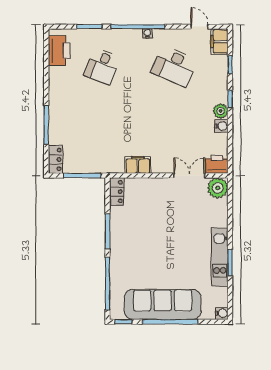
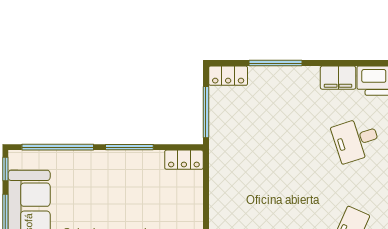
desk: (102, 66) -> (356, 140), turned -39
filing cabinet: (138, 165) -> (338, 78), moved, turned 90

